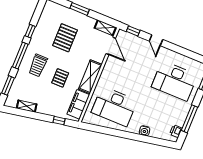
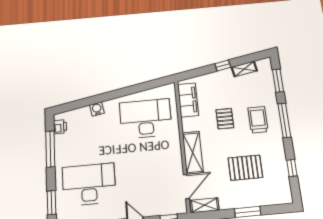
window: (30, 31) -> (292, 168), moved
pallet: (65, 38) -> (245, 168), turned 90
door: (111, 46) -> (186, 187), swing flipped
shelving: (90, 77) -> (193, 153), moved
window: (59, 121) -> (223, 65), moved

